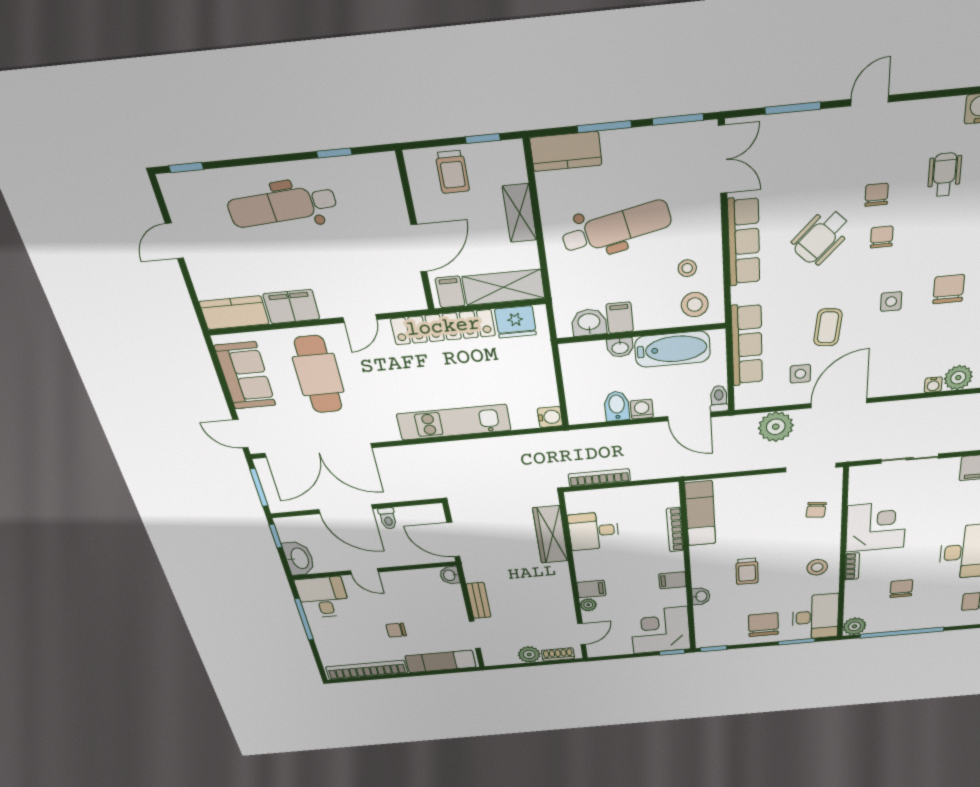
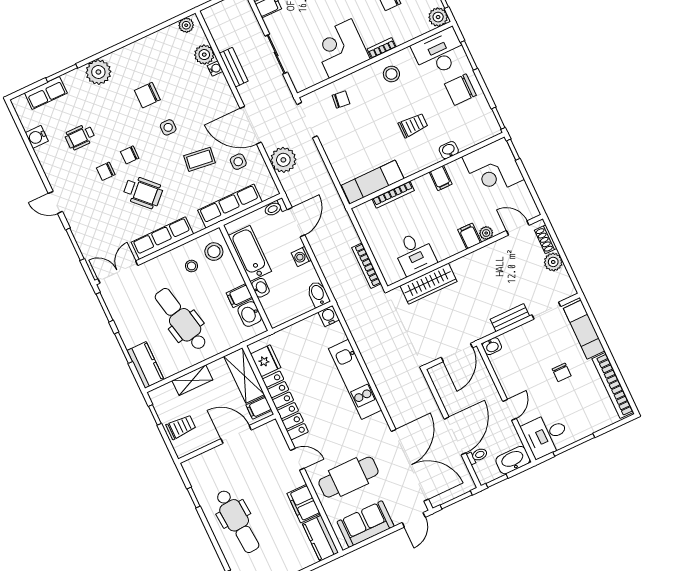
bidet: (617, 406) -> (318, 294), moved, turned 90
bench: (922, 407) -> (234, 67), added
toilet: (388, 518) -> (477, 456), moved

